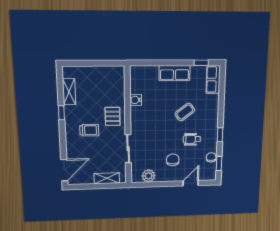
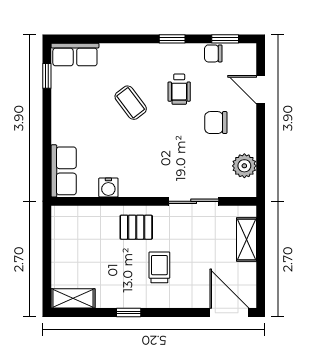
row of seats: (174, 73) -> (64, 171), moved
shelving: (69, 92) -> (73, 298), moved

